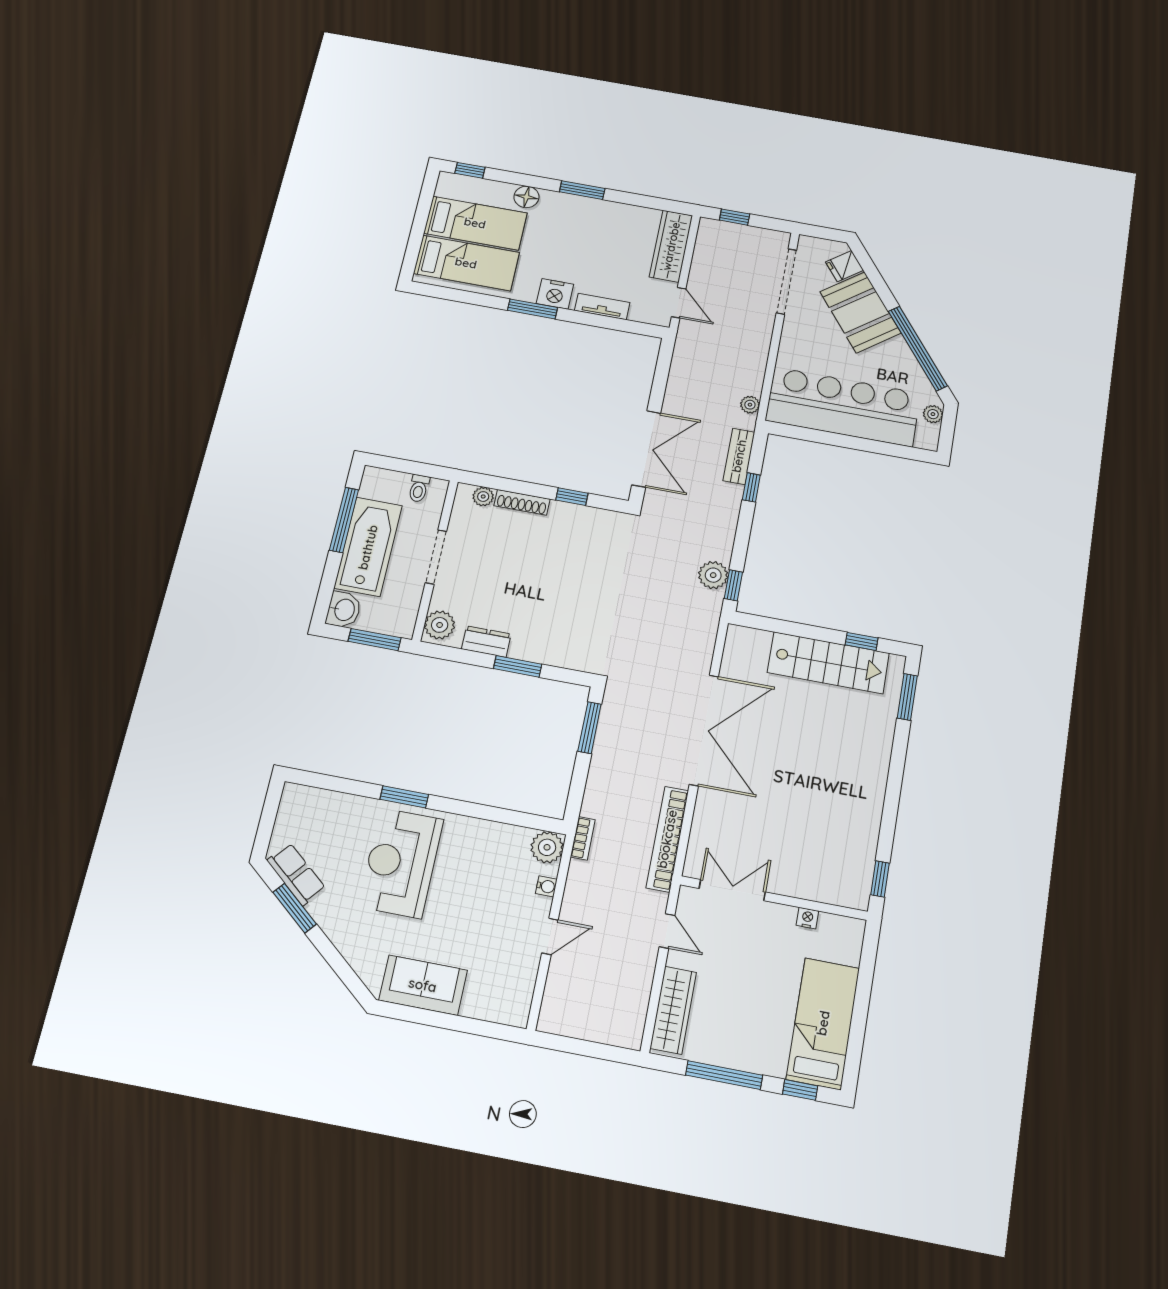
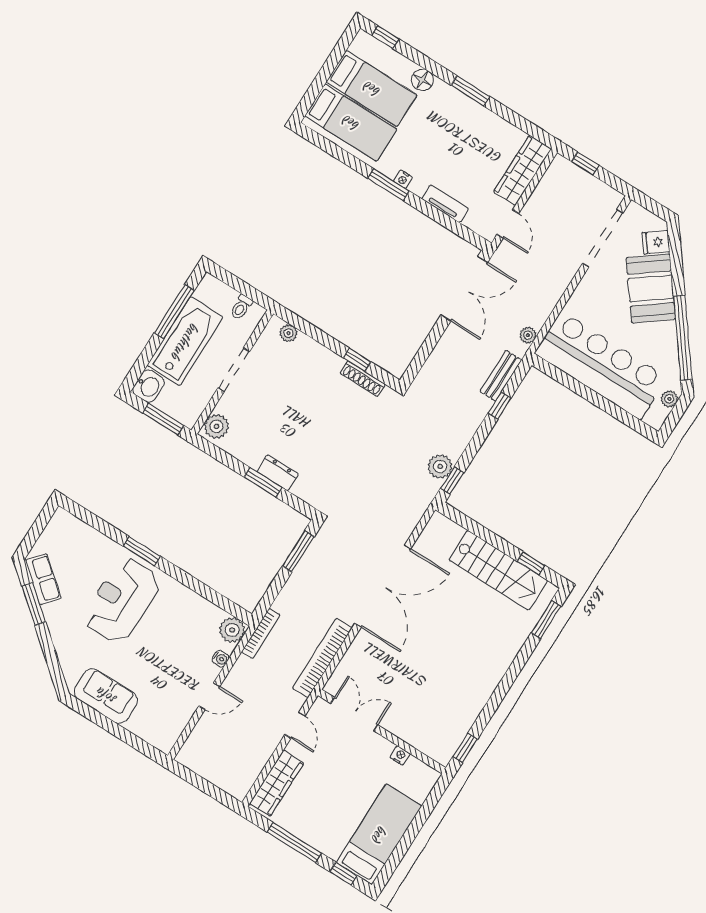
nightstand: (555, 294) -> (403, 179), width x0.53, depth x0.56
double door: (646, 449) -> (464, 289), moved
shoe rack: (522, 502) -> (363, 379), moved
dresser: (486, 642) -> (278, 473), moved
bookcase: (583, 838) -> (261, 633), width x1.56

